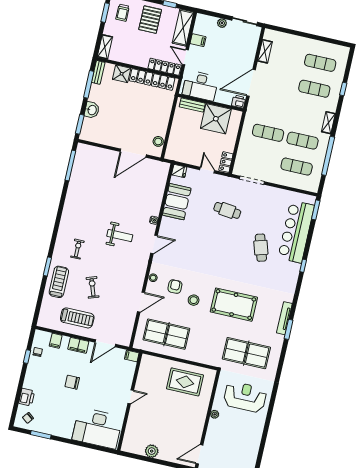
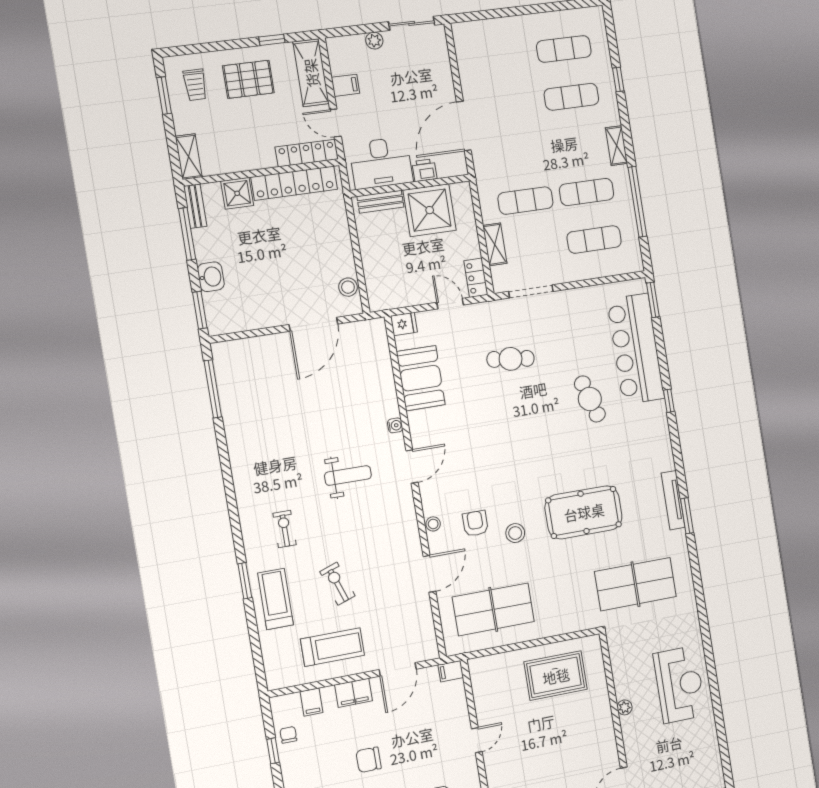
pallet: (150, 20) -> (248, 79), turned 90
shelving: (265, 51) -> (495, 244), moved
printer: (239, 102) -> (424, 170), moved
reception desk: (245, 397) -> (680, 685), moved, turned 90

